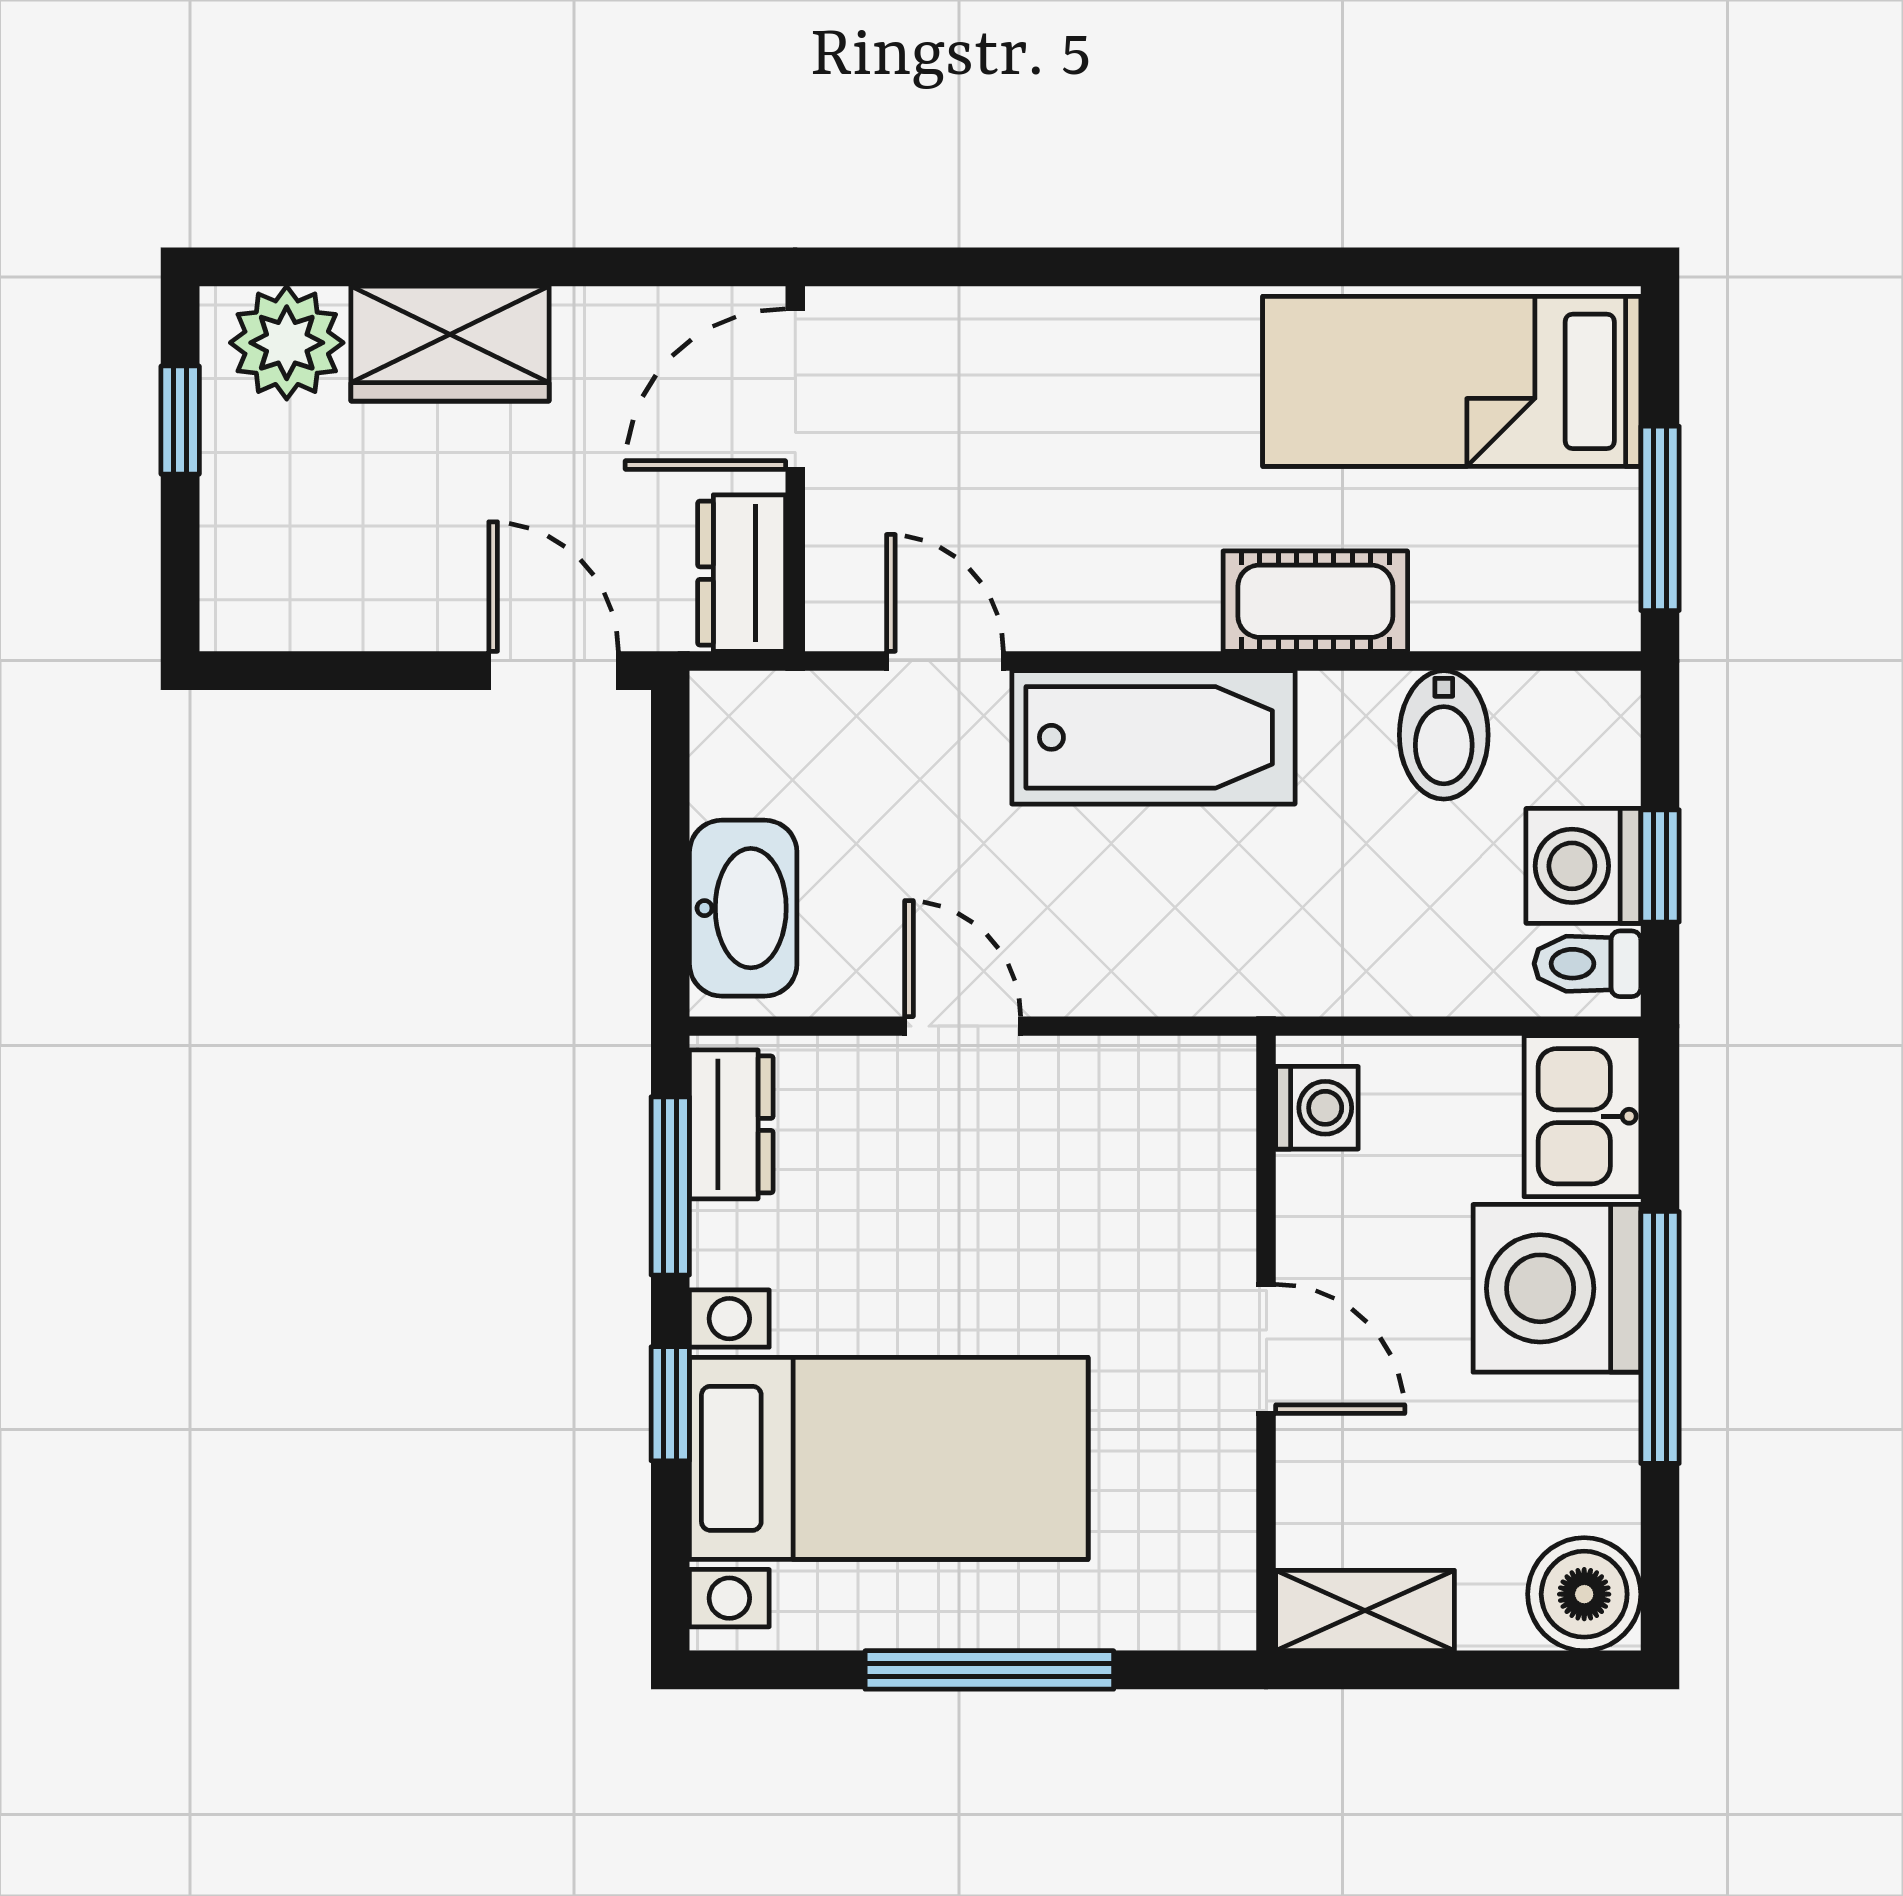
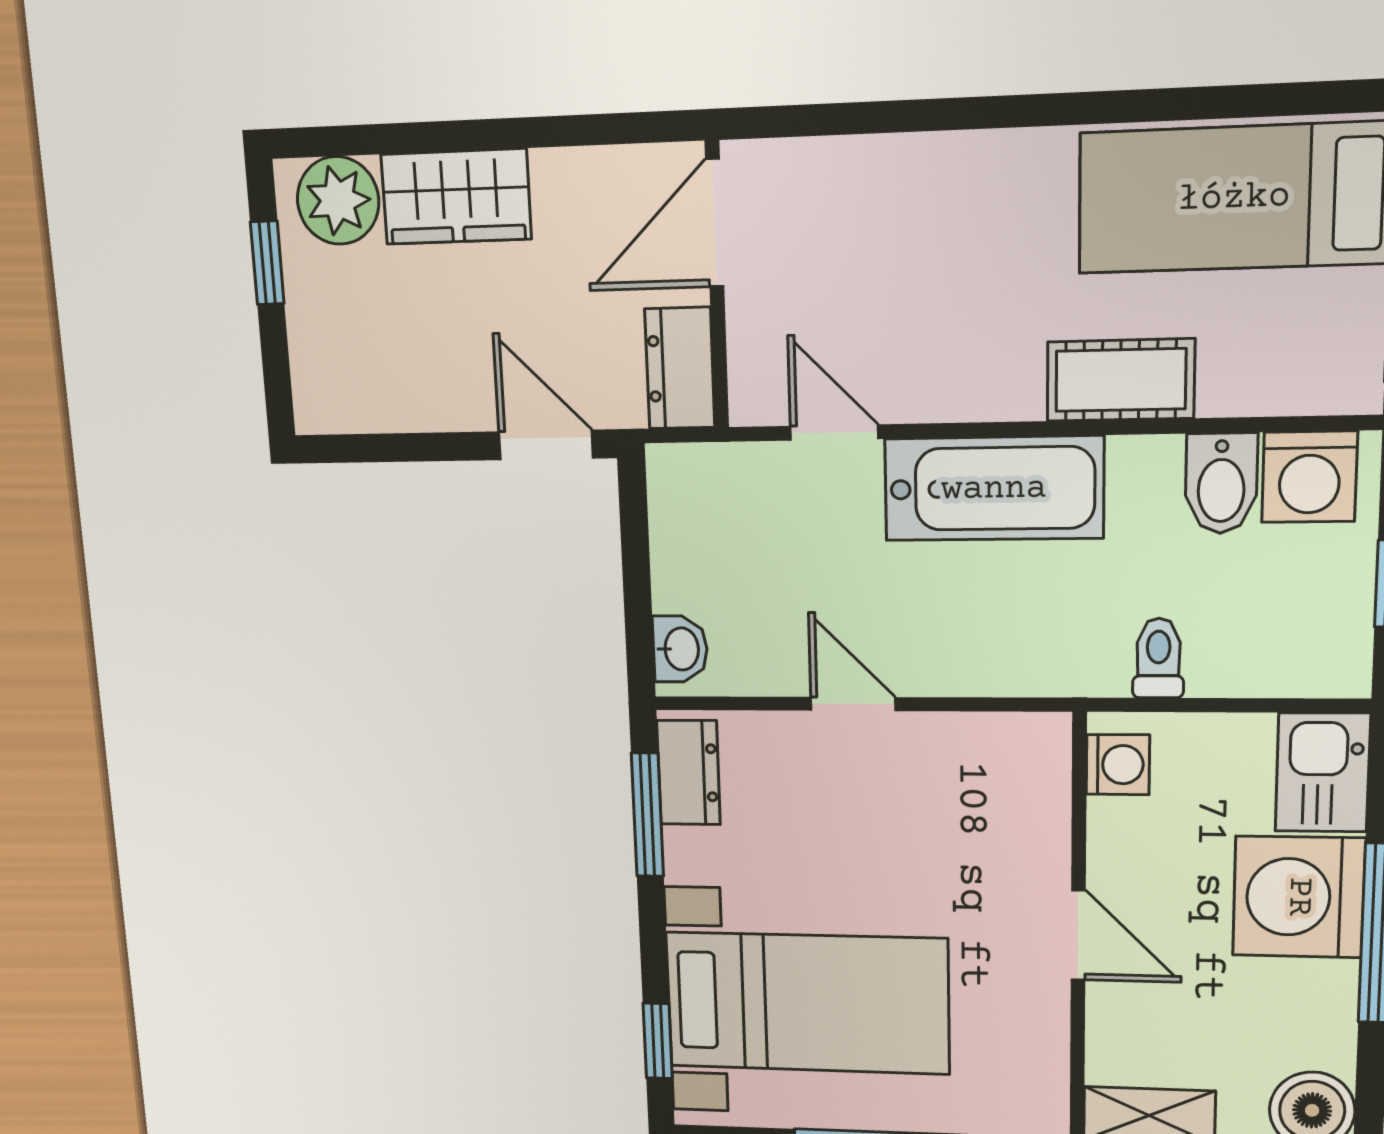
washing machine: (1583, 866) -> (1309, 477), moved, turned -90
washbasin: (743, 908) -> (680, 649), width x0.52, depth x0.69
toilet: (1587, 964) -> (1158, 658), moved, turned 90
window: (670, 1404) -> (658, 1041), moved

